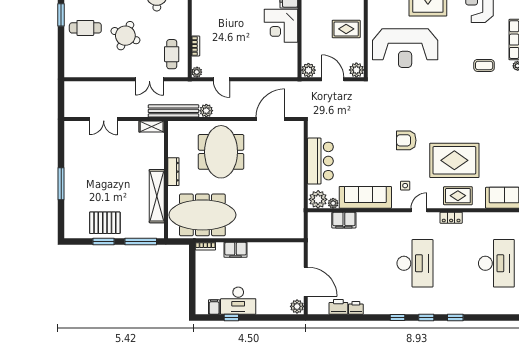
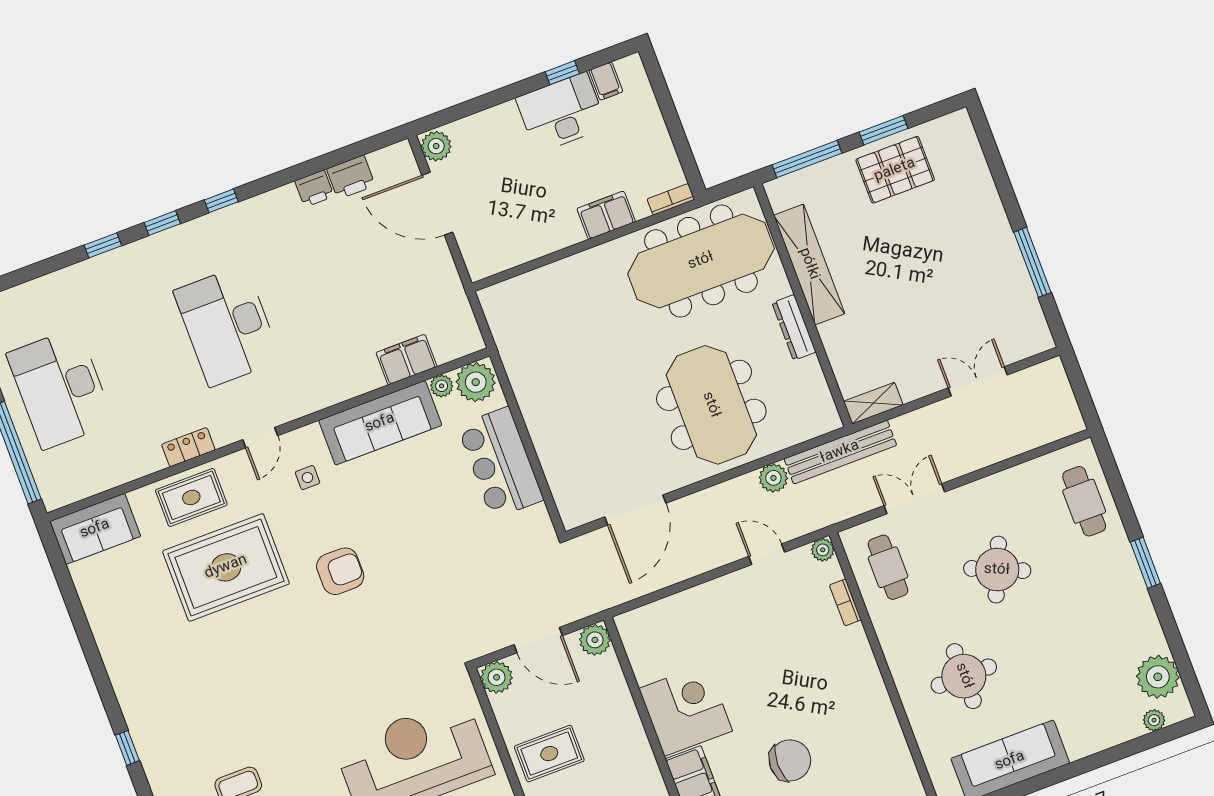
cafe table: (85, 28) -> (1084, 501), moved, turned 90
window: (61, 184) -> (1032, 262), moved

